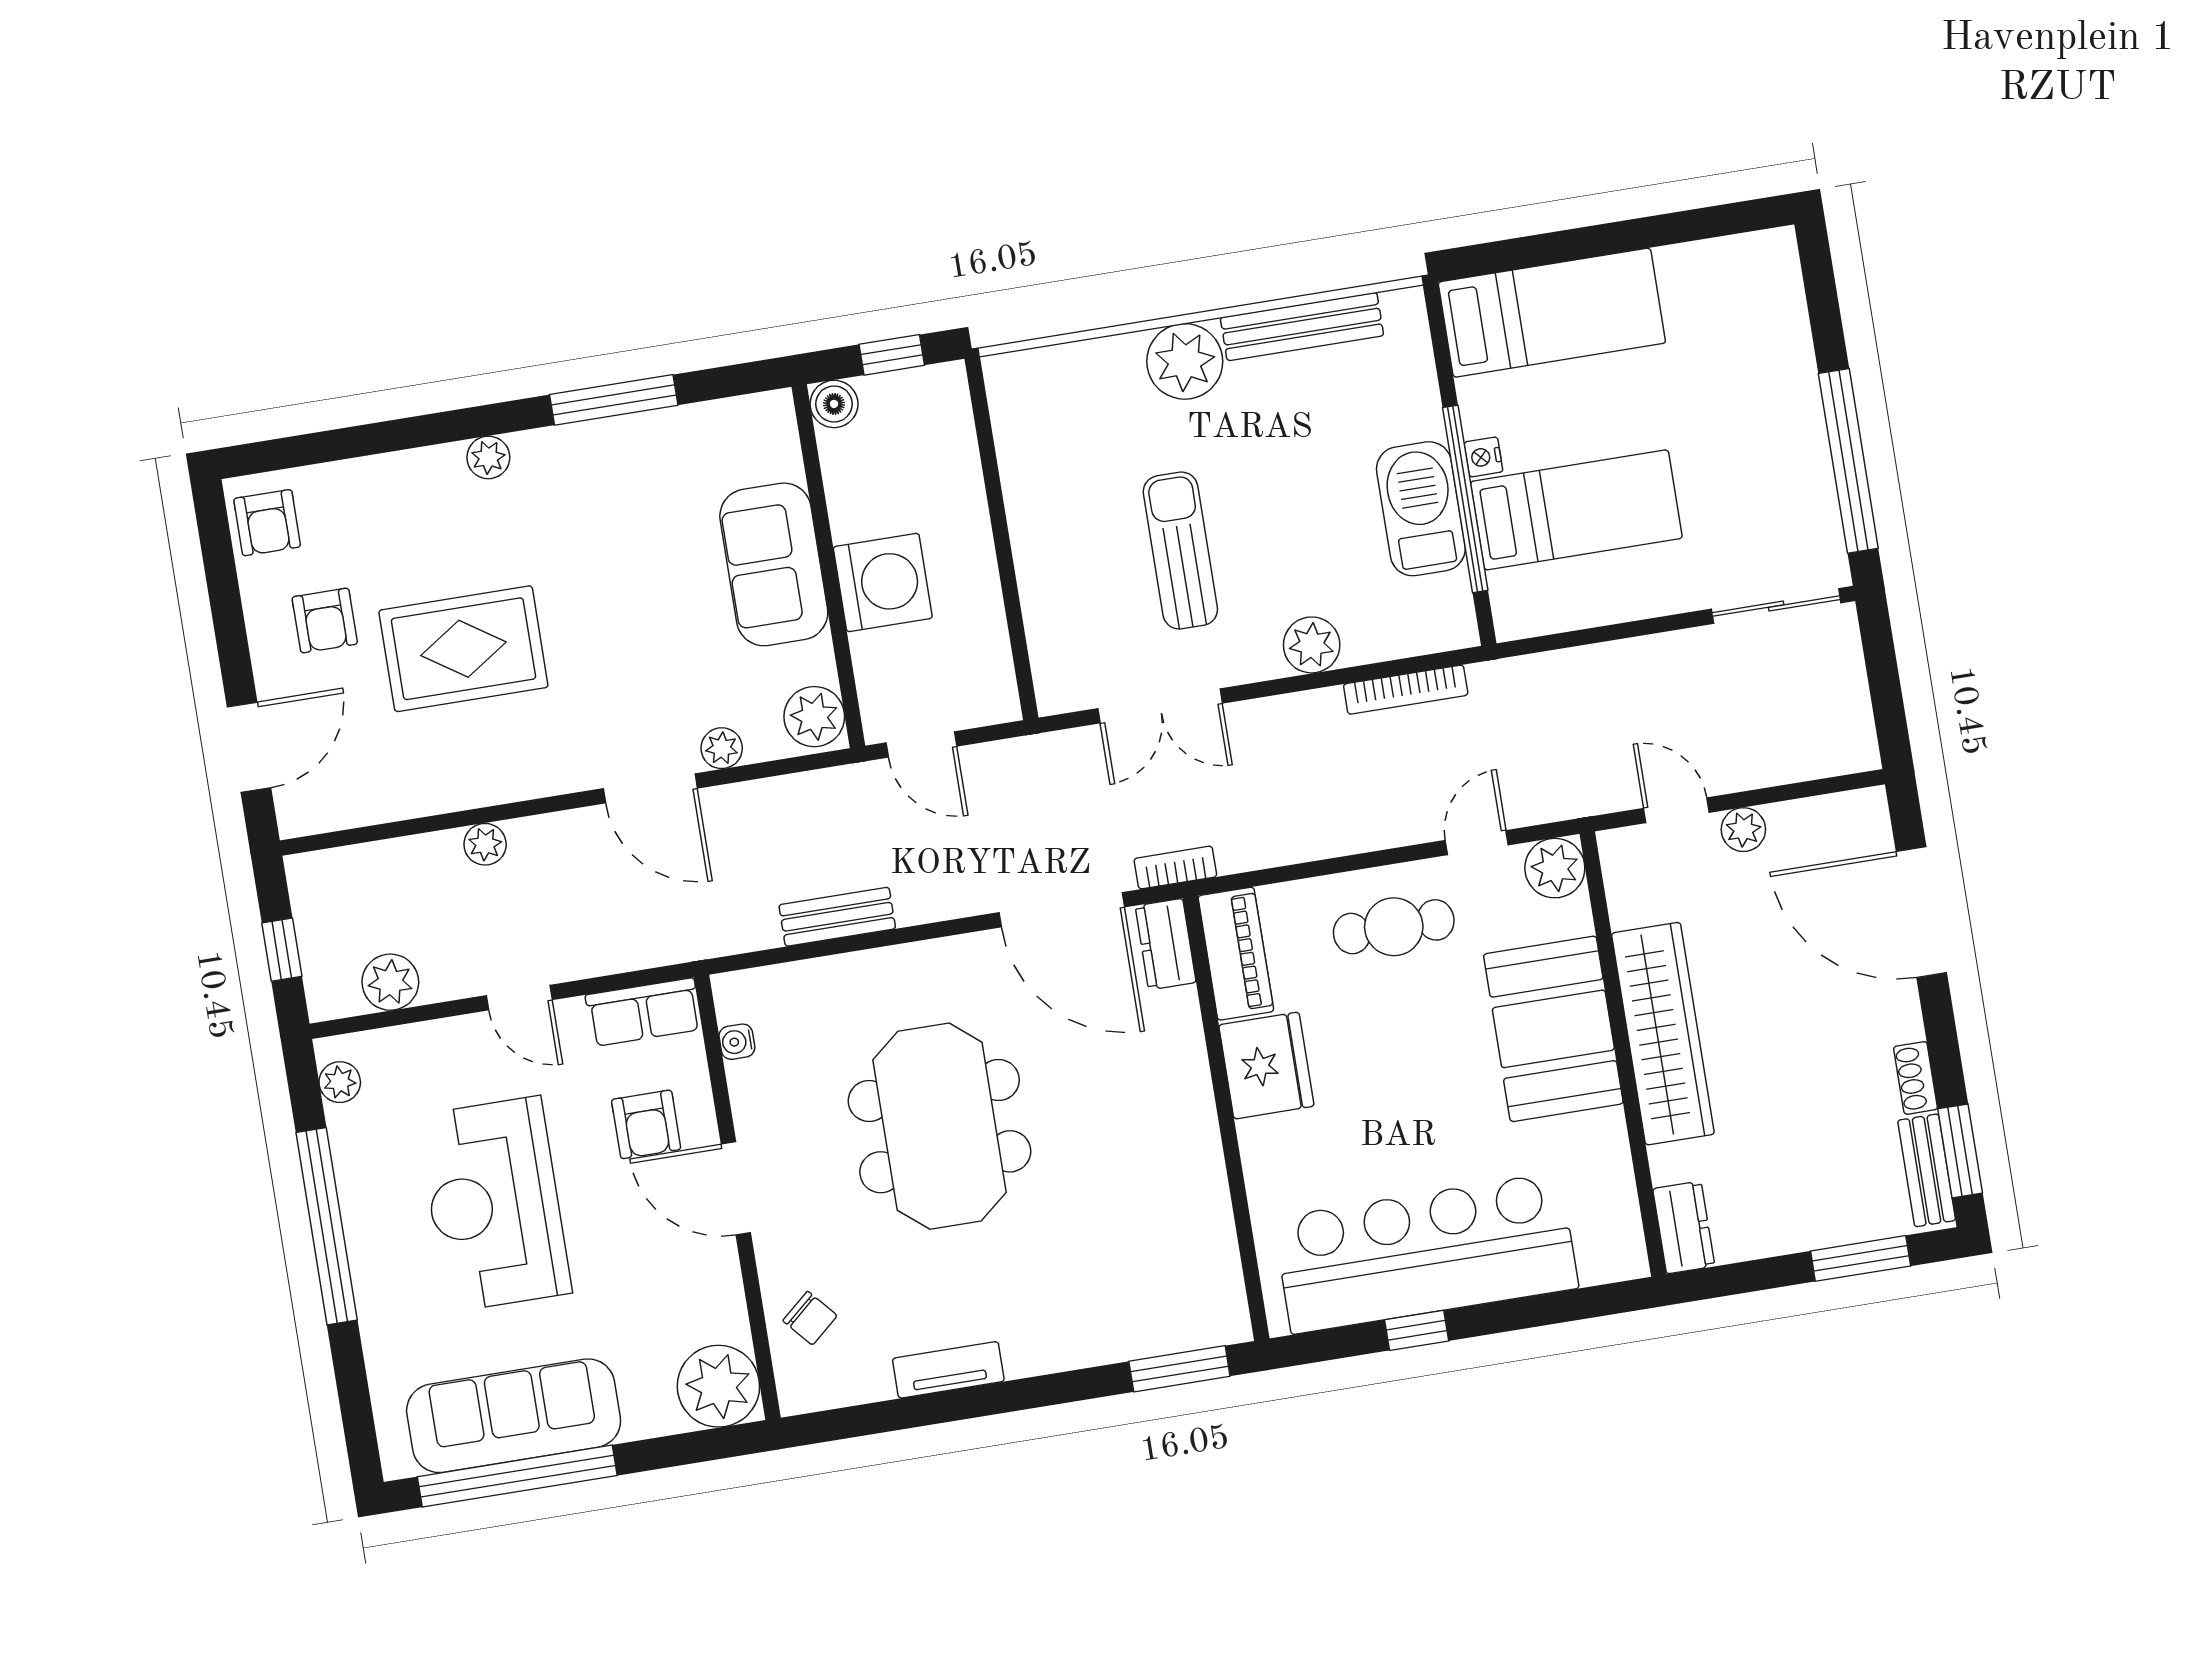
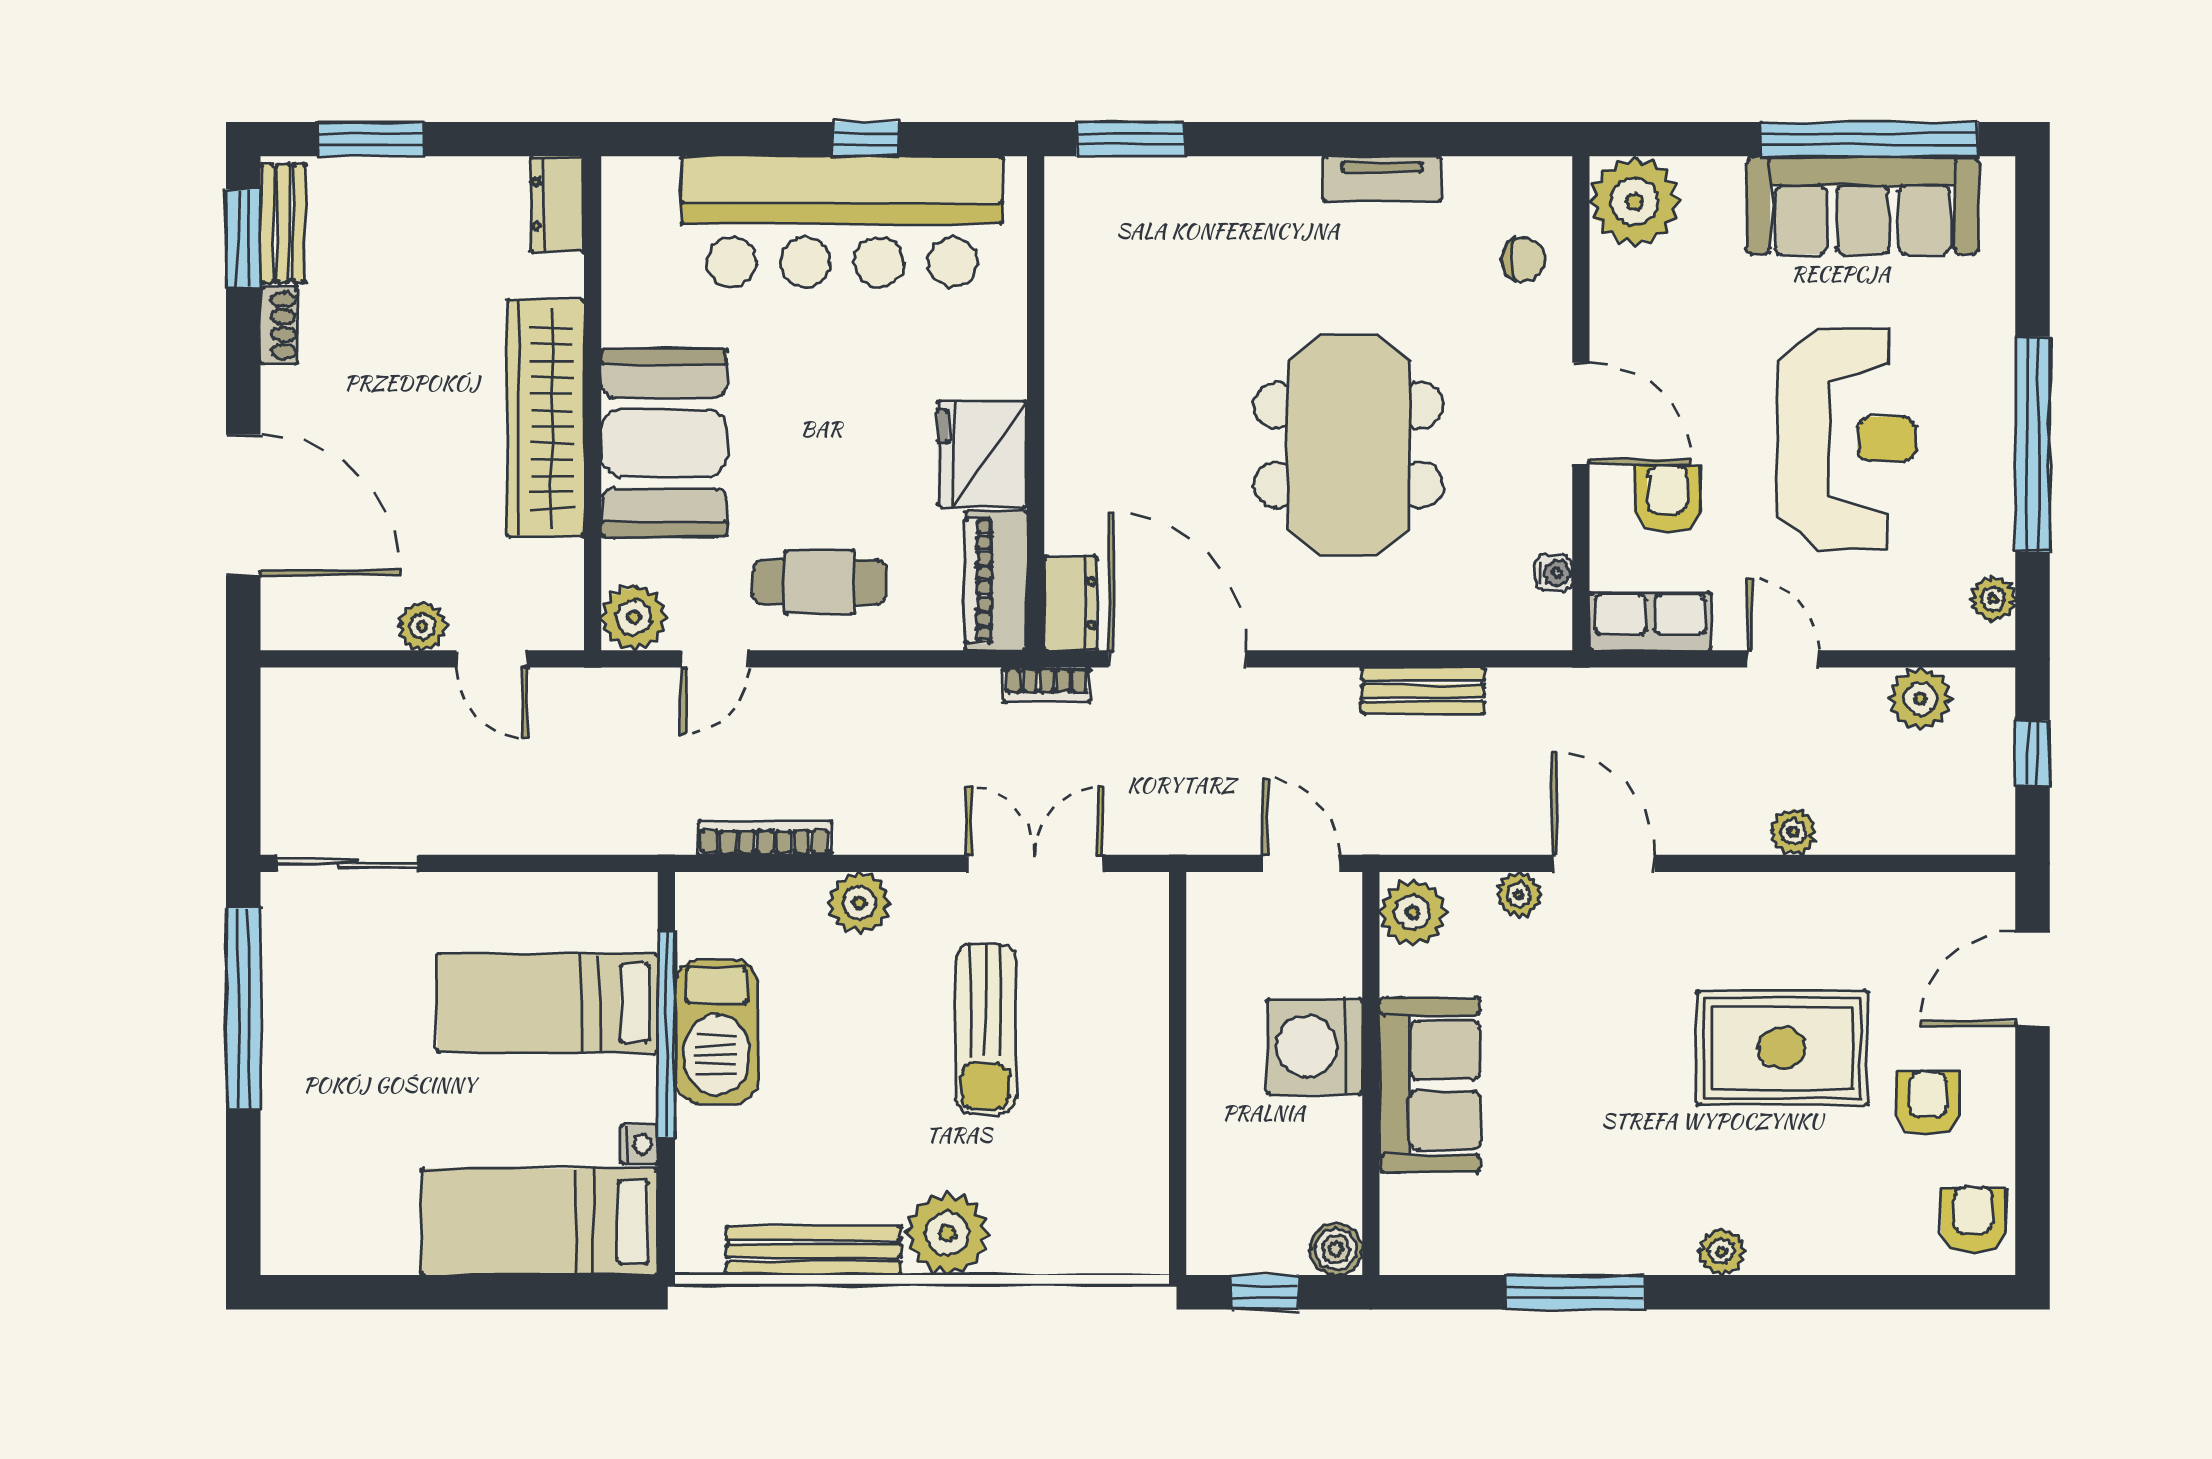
nightstand: (1483, 457) -> (639, 1144), moved
chair: (810, 1318) -> (1523, 259), turned 131

